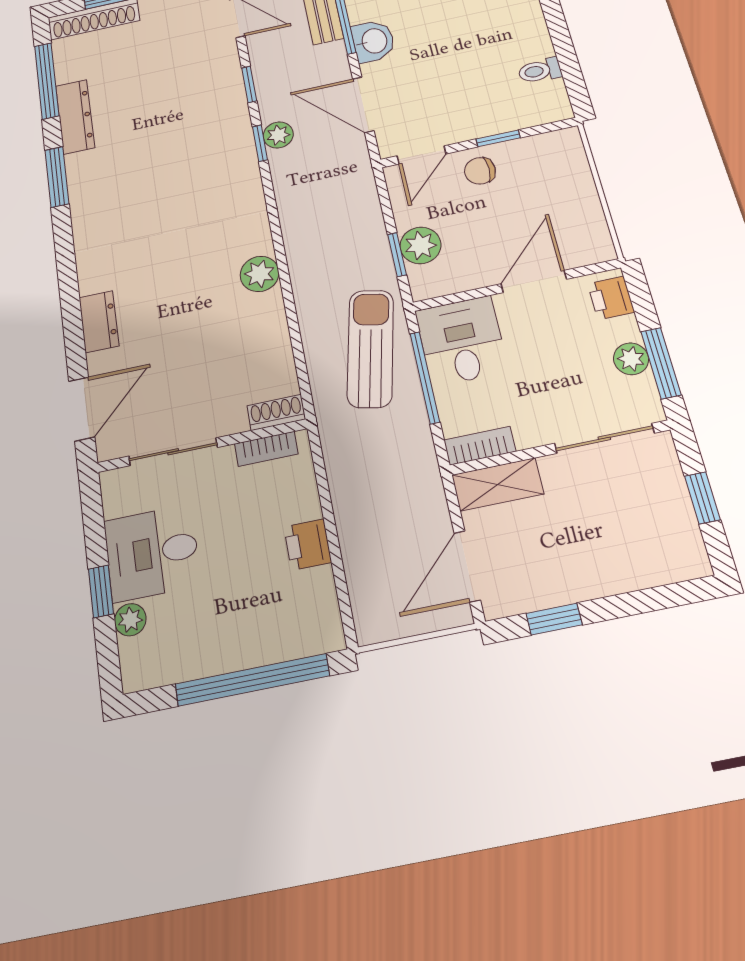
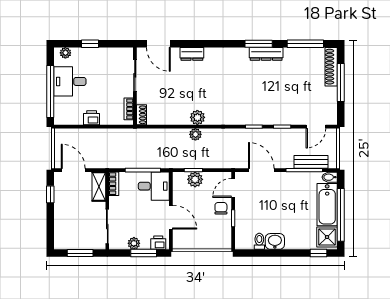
washbasin: (373, 41) -> (275, 241), moved, turned 180
door: (363, 105) -> (261, 170), hinge flipped
dresser: (75, 117) -> (266, 54), moved
plant: (278, 135) -> (195, 134), moved
door: (421, 155) -> (233, 188), hinge flipped
sun lounger: (370, 348) -> (158, 153), removed
window: (661, 363) -> (144, 253), moved
window: (702, 498) -> (80, 253), width x1.50
desk: (152, 553) -> (70, 81), moved, turned -90
plant: (130, 620) -> (65, 53), moved

